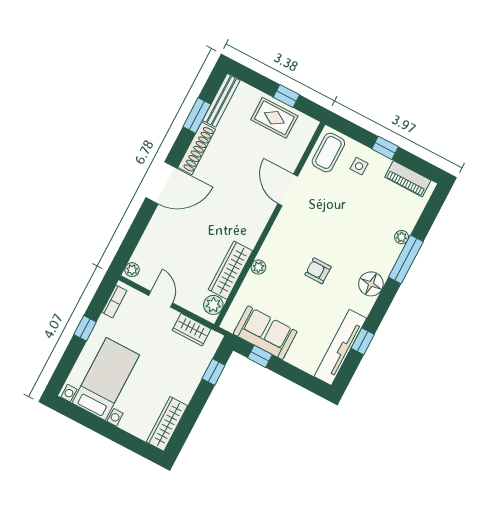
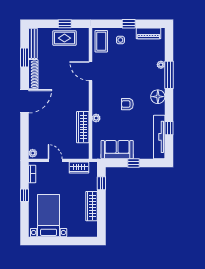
plant: (213, 305) -> (83, 149), removed
window: (260, 356) -> (133, 163), moved
wardrobe: (167, 424) -> (92, 206), moved

